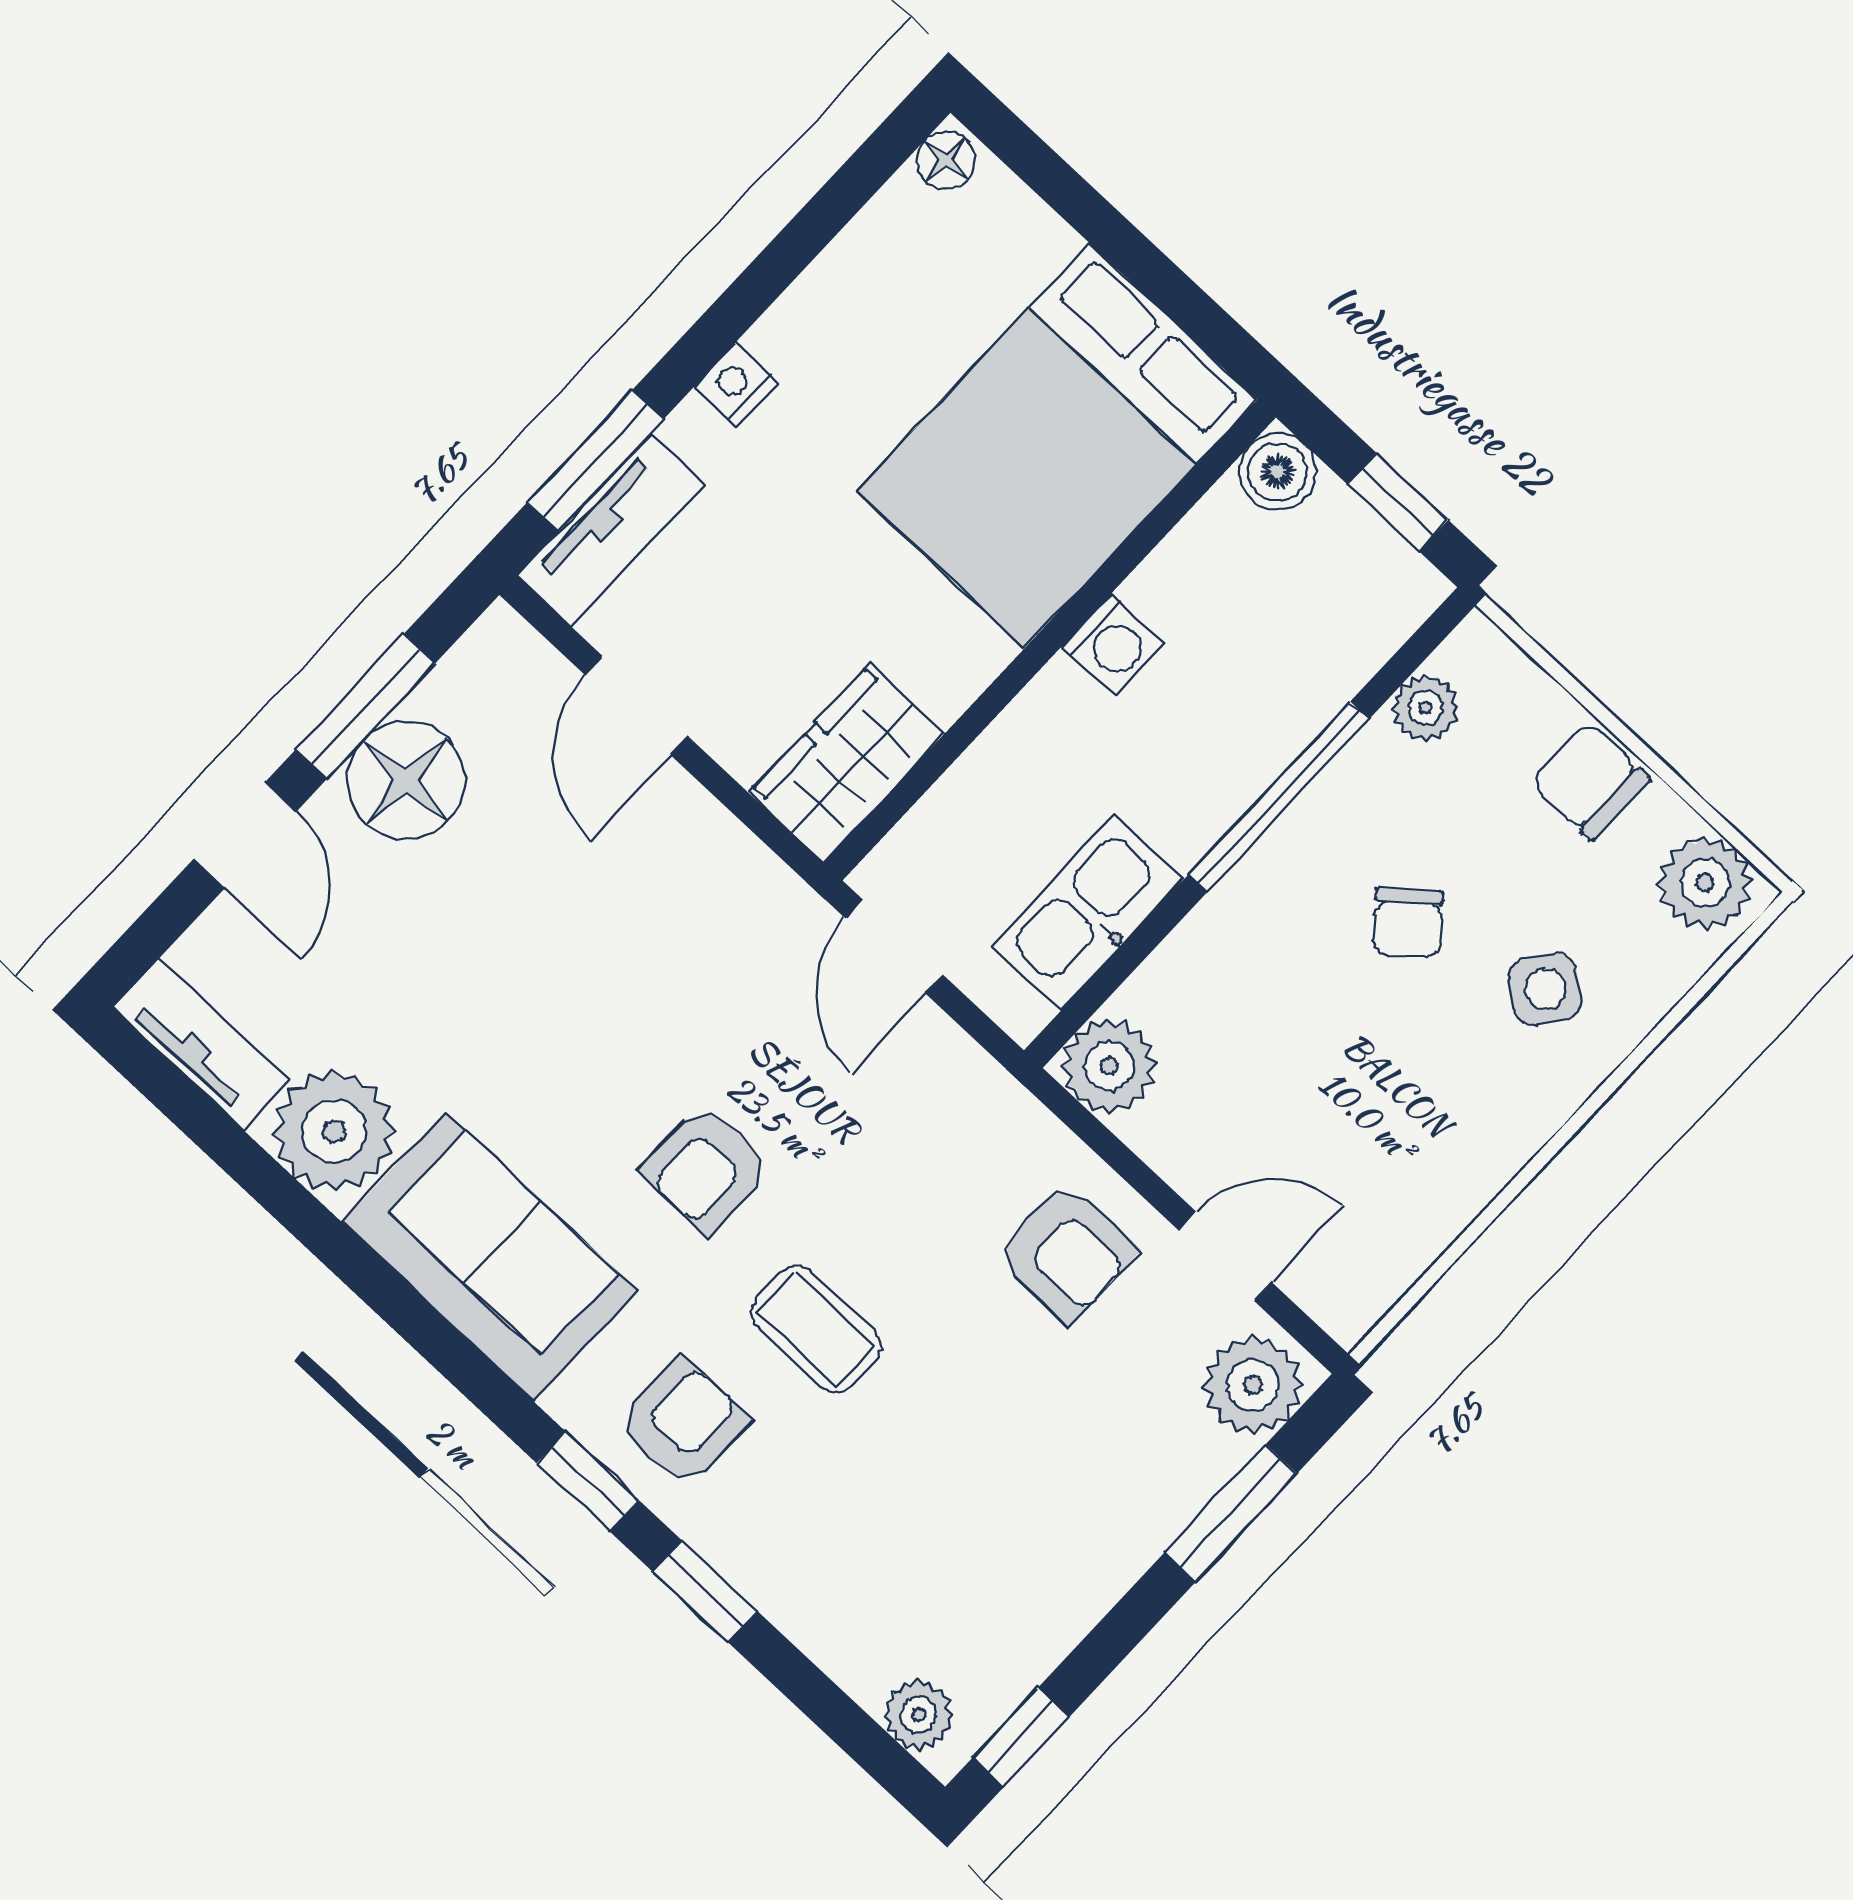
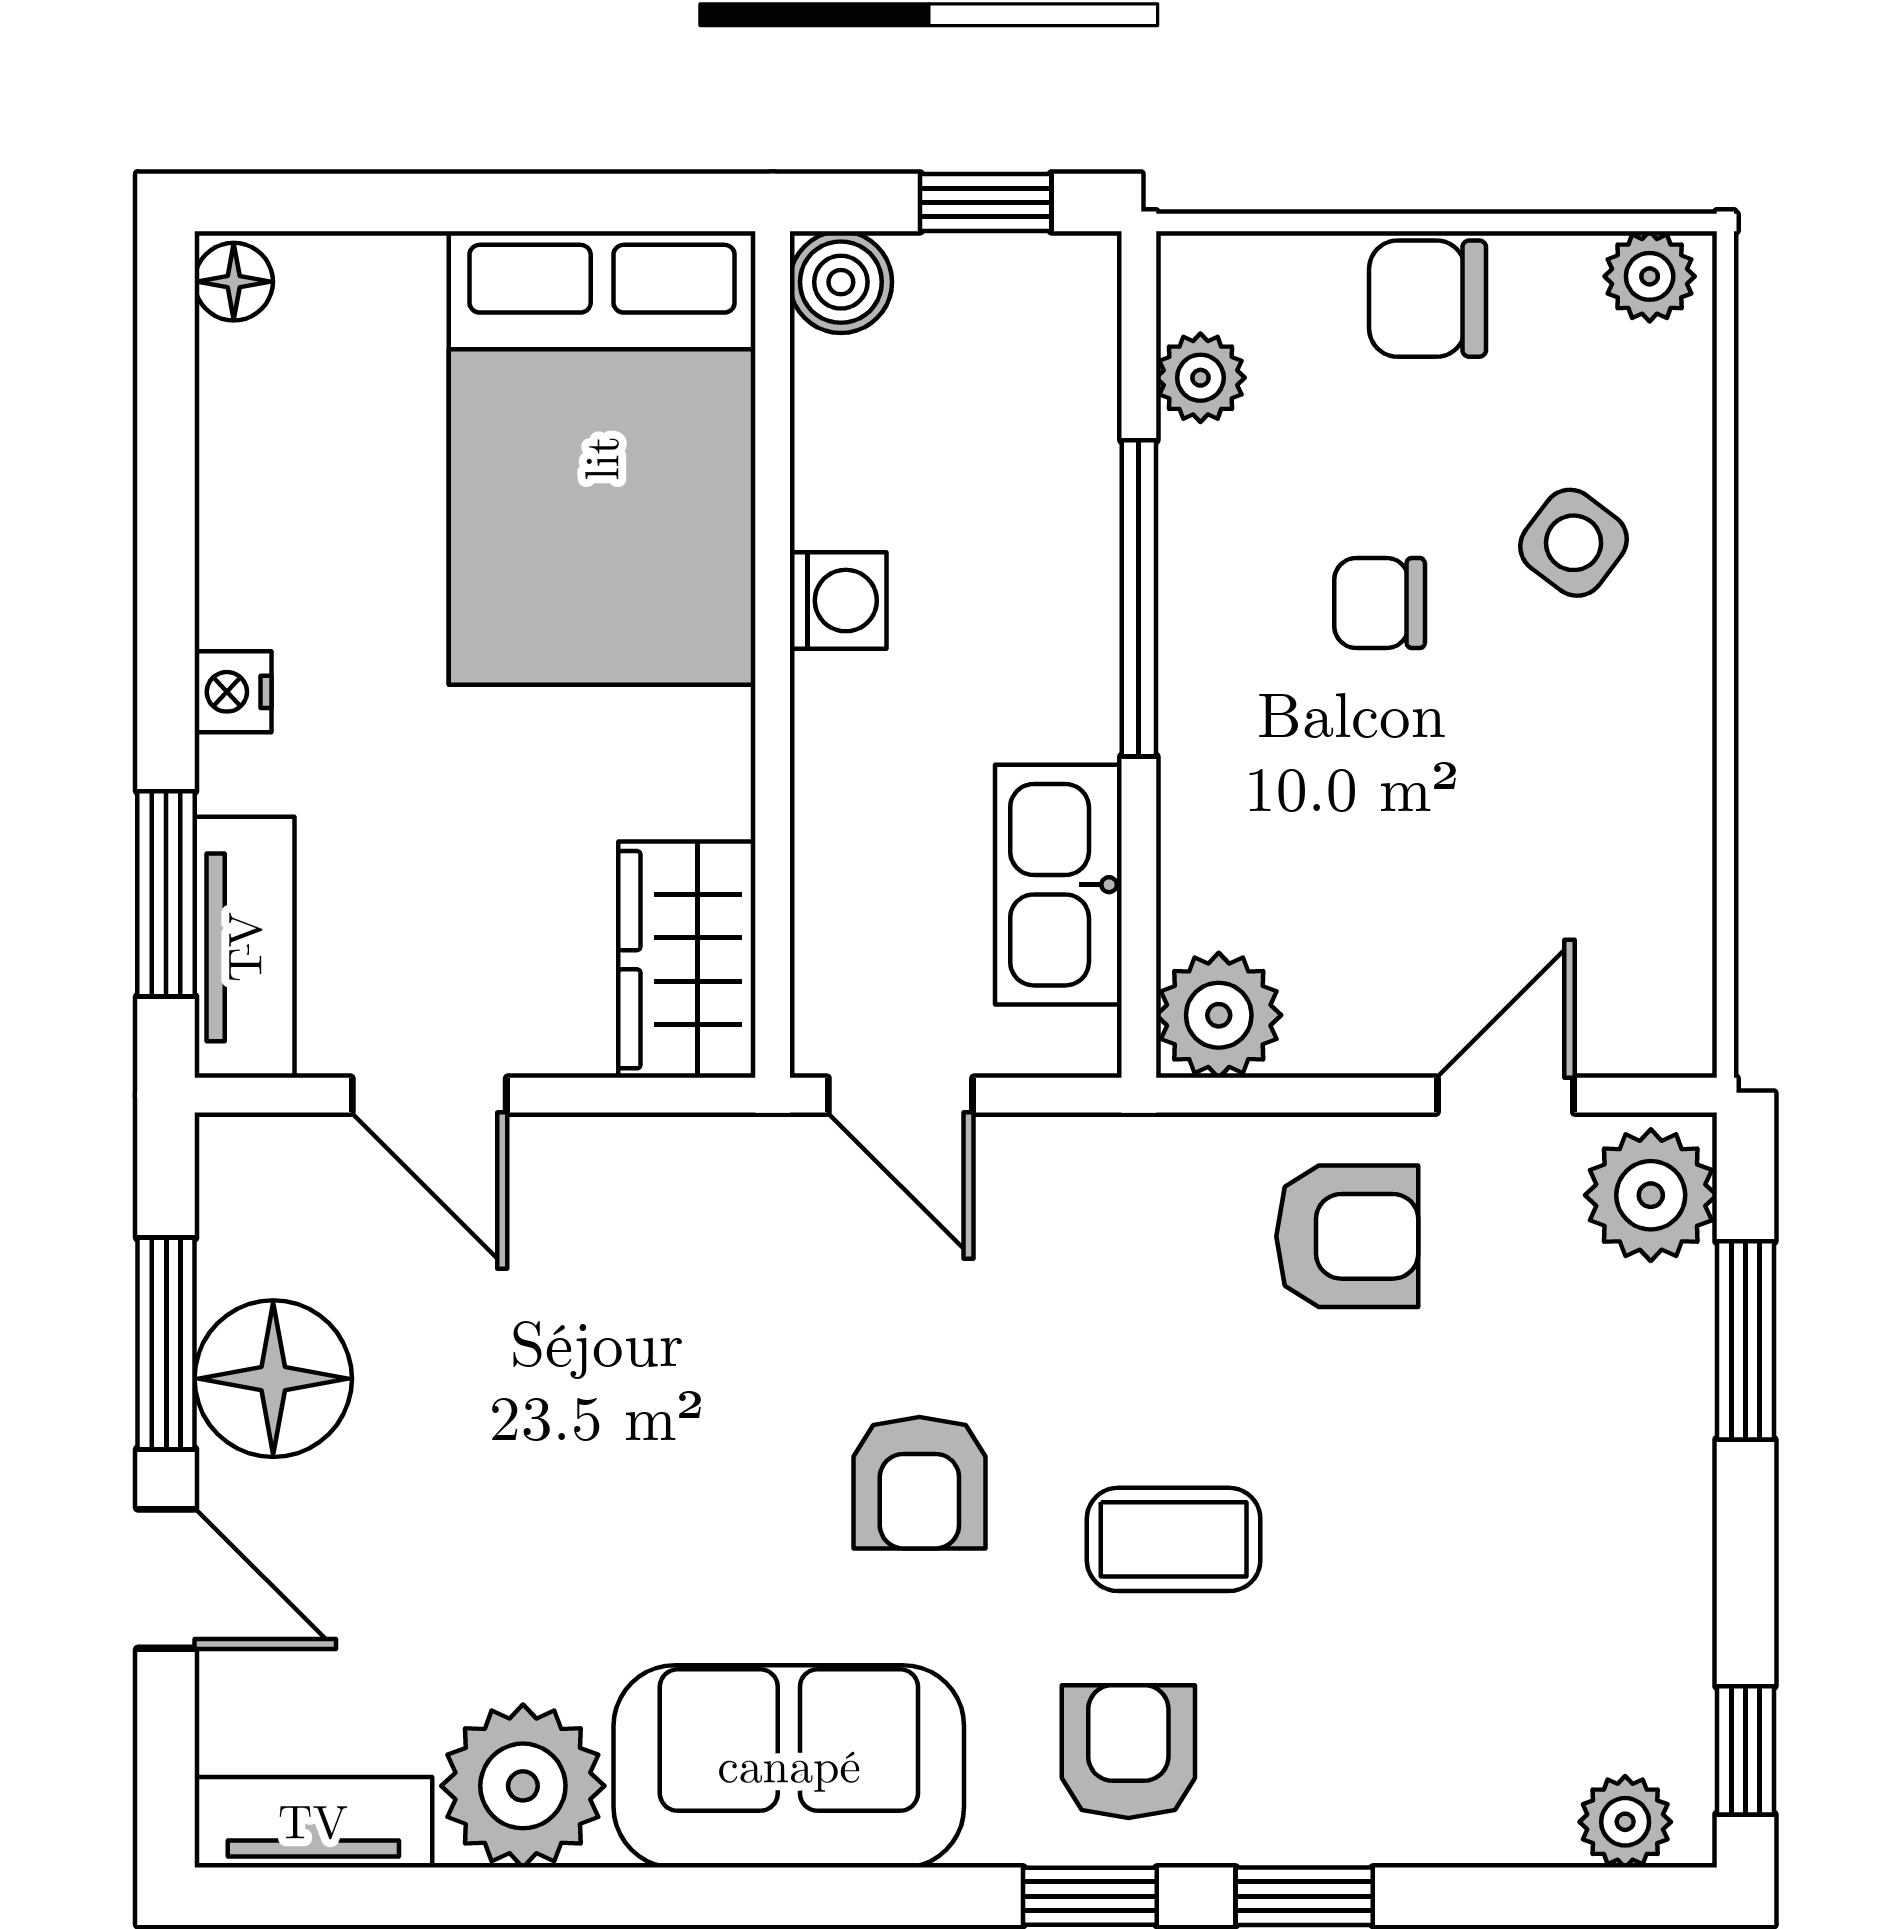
plant: (1705, 883) -> (1650, 276), width x0.73, depth x0.73
chair: (1408, 923) -> (1380, 603), turned 130

